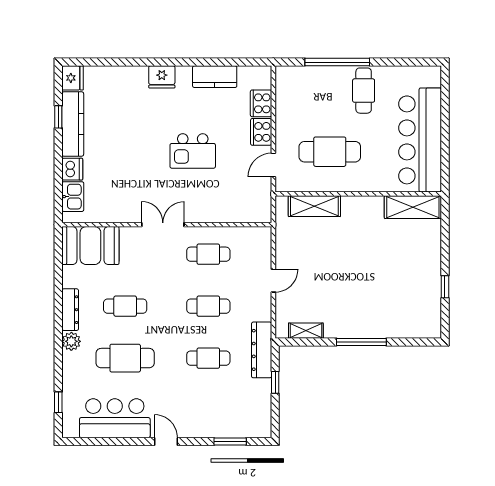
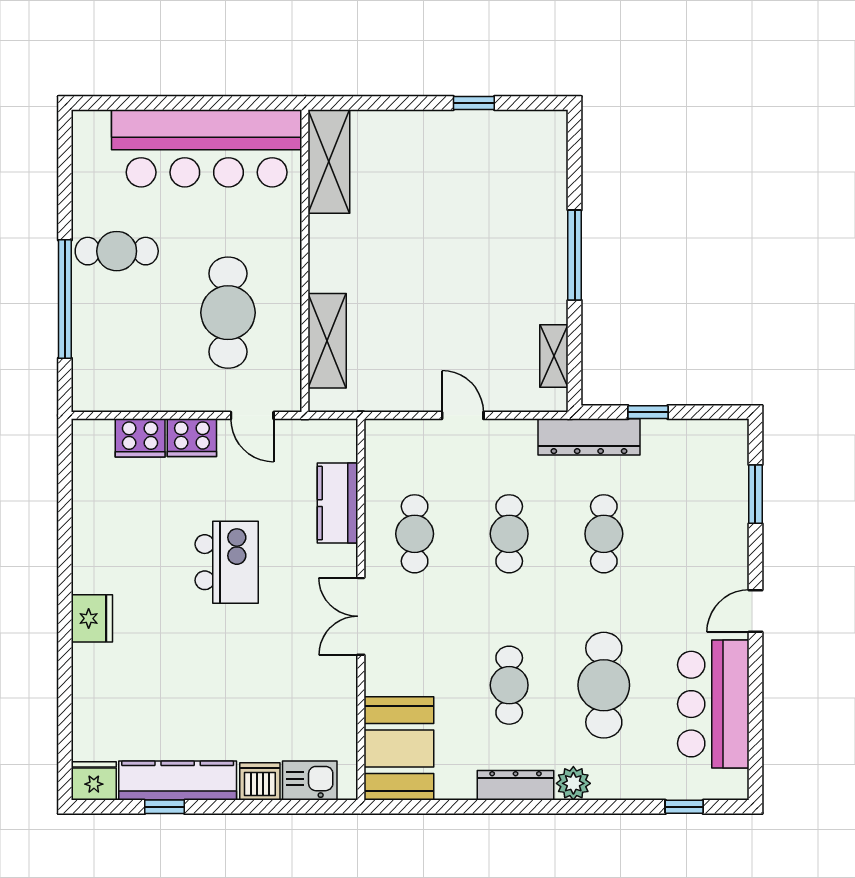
kitchen counter: (215, 77) -> (337, 503), moved, turned 180

